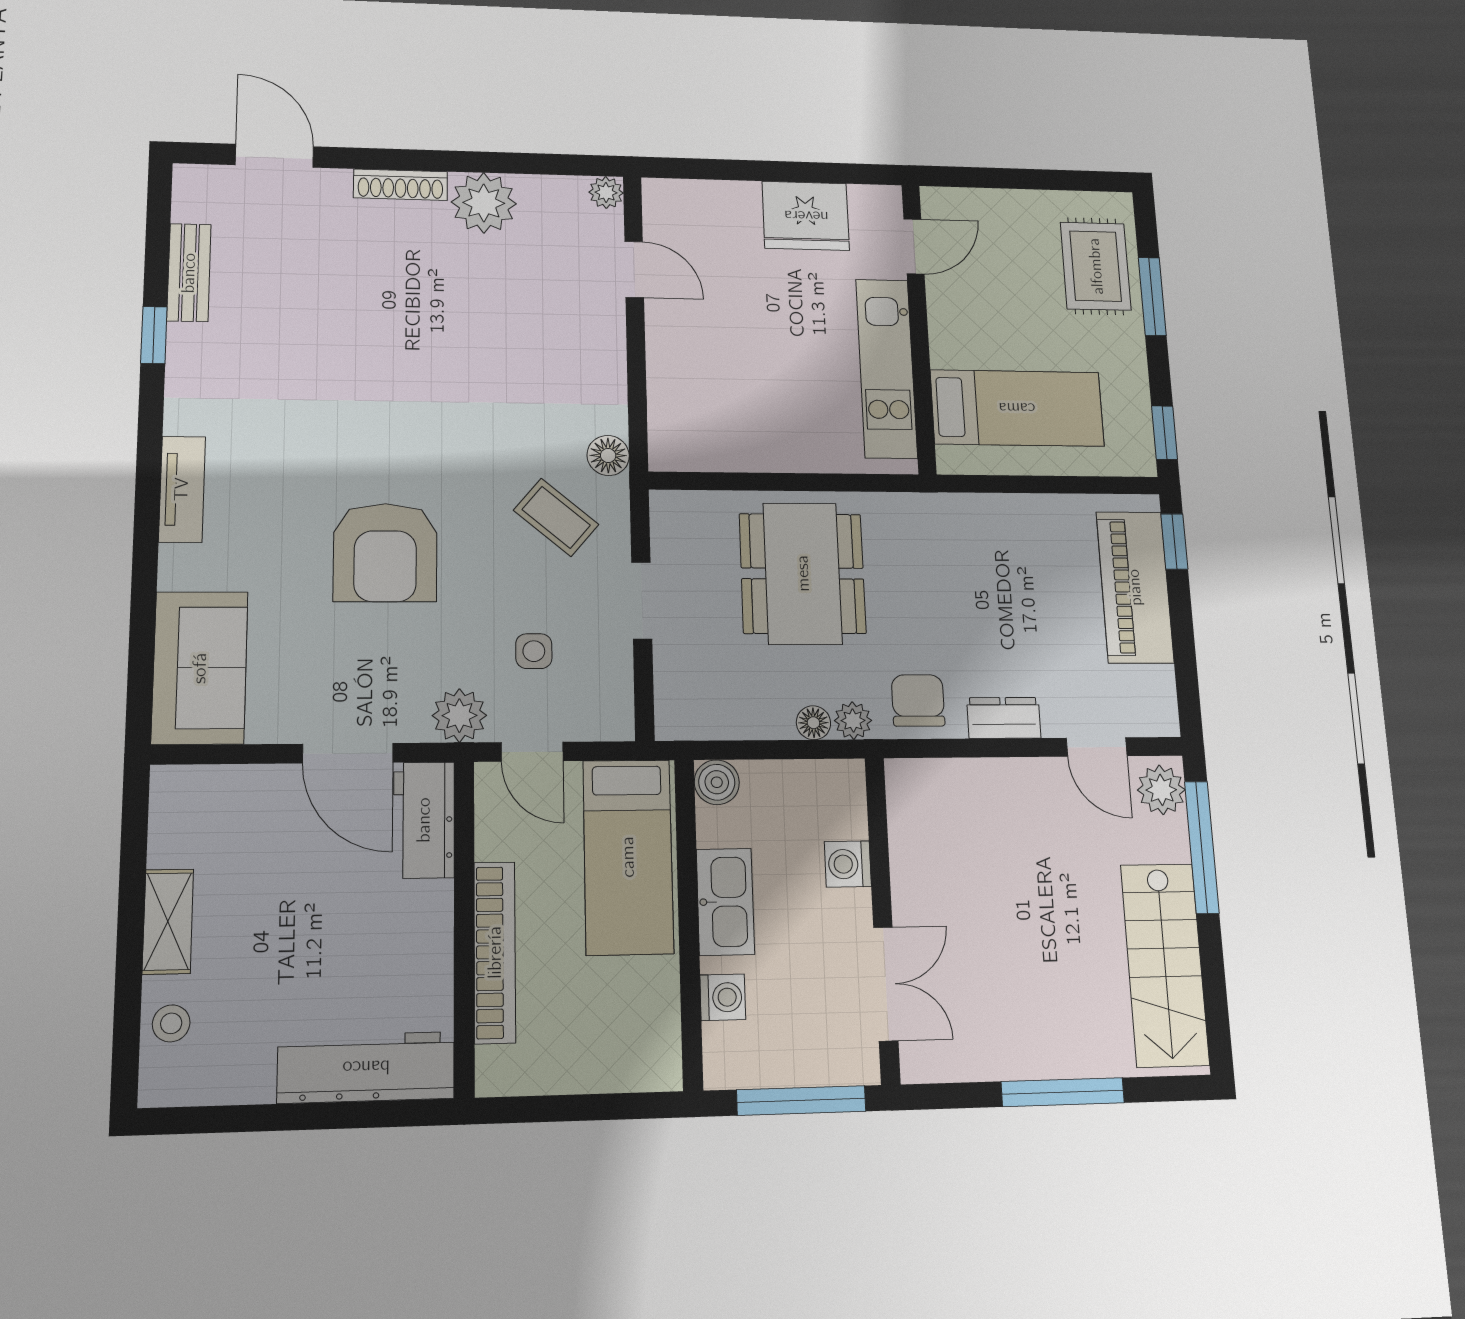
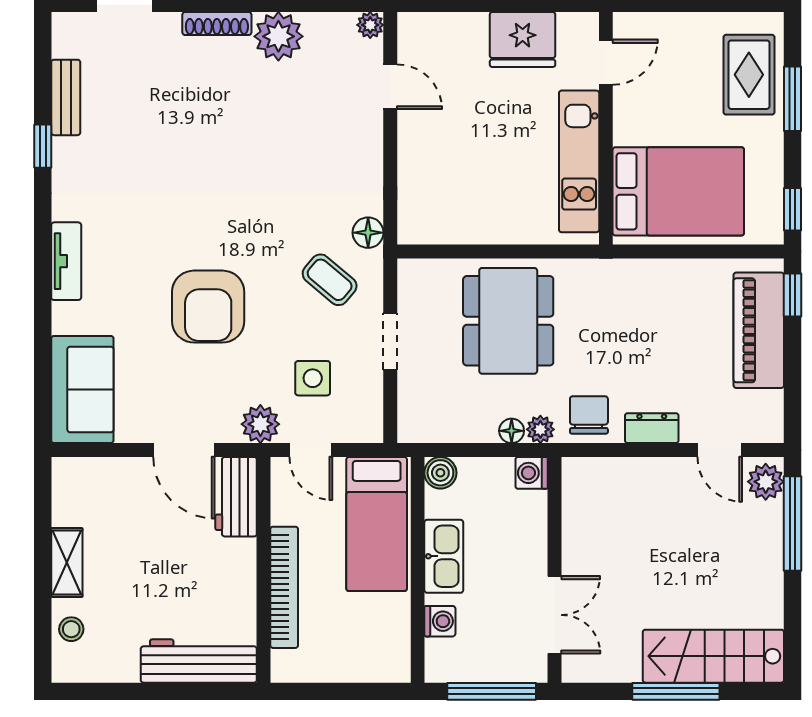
bed: (1017, 408) -> (678, 191), width x1.50
side table: (534, 651) -> (313, 378), width x1.37, depth x1.37
washing machine: (848, 864) -> (532, 473), moved
stairs: (1165, 964) -> (713, 656), moved, turned 90

